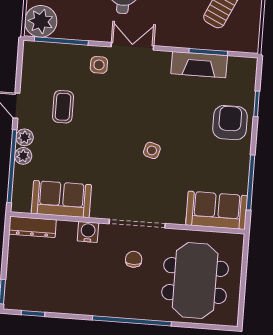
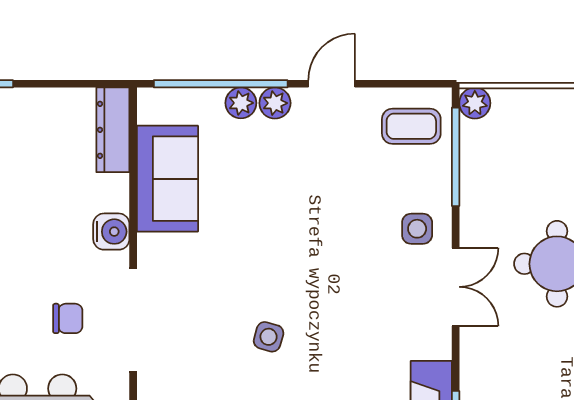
plant: (41, 21) -> (475, 103), width x0.53, depth x0.53
coffee table: (63, 107) -> (411, 126), moved

